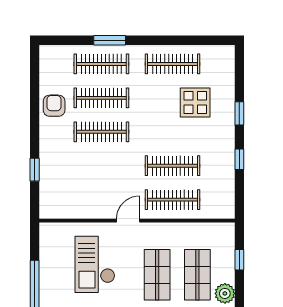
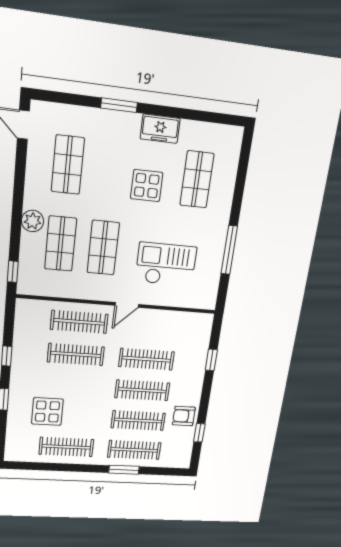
window: (35, 87) -> (199, 433), added
armchair: (54, 106) -> (184, 416), turned 90
clothes rail: (101, 166) -> (146, 359), added
window: (239, 260) -> (13, 272), moved
checkout: (95, 264) -> (166, 264), turned -90

